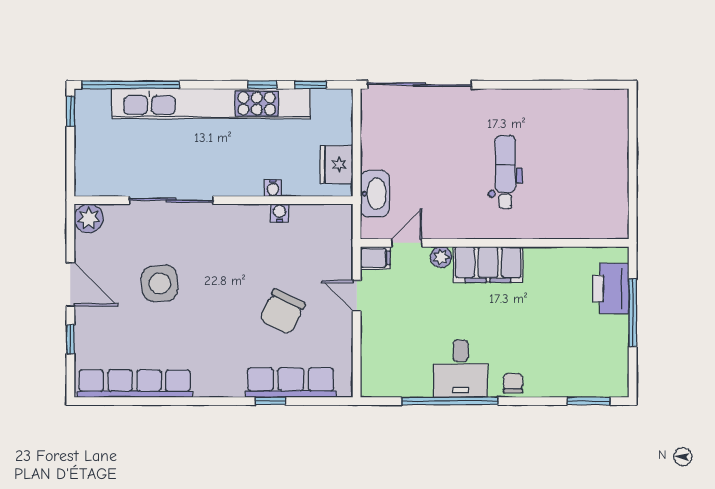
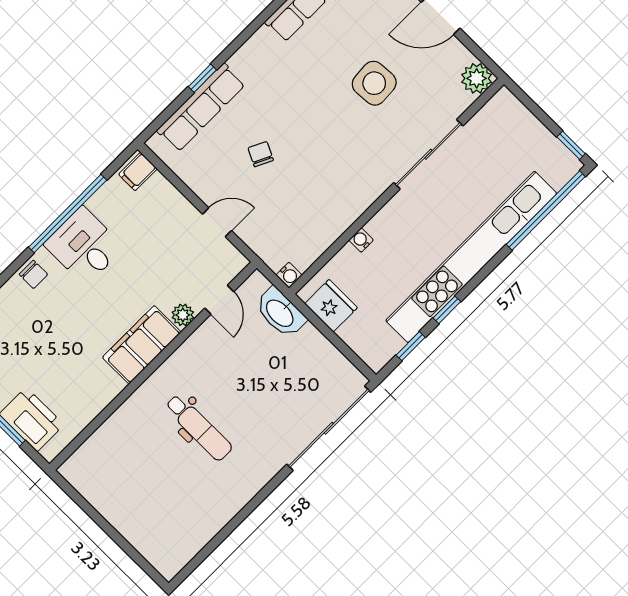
water cooler: (279, 213) -> (289, 275), moved
filing cabinet: (375, 258) -> (138, 172), moved
chair: (282, 312) -> (261, 154), width x0.54, depth x0.54

